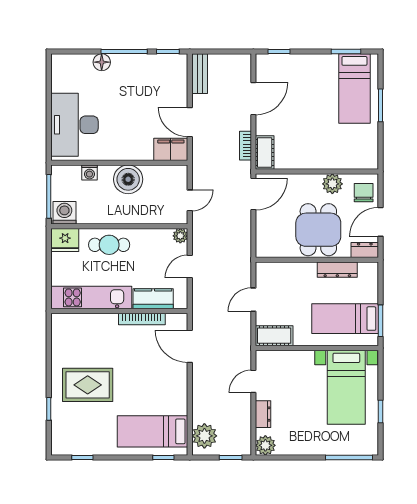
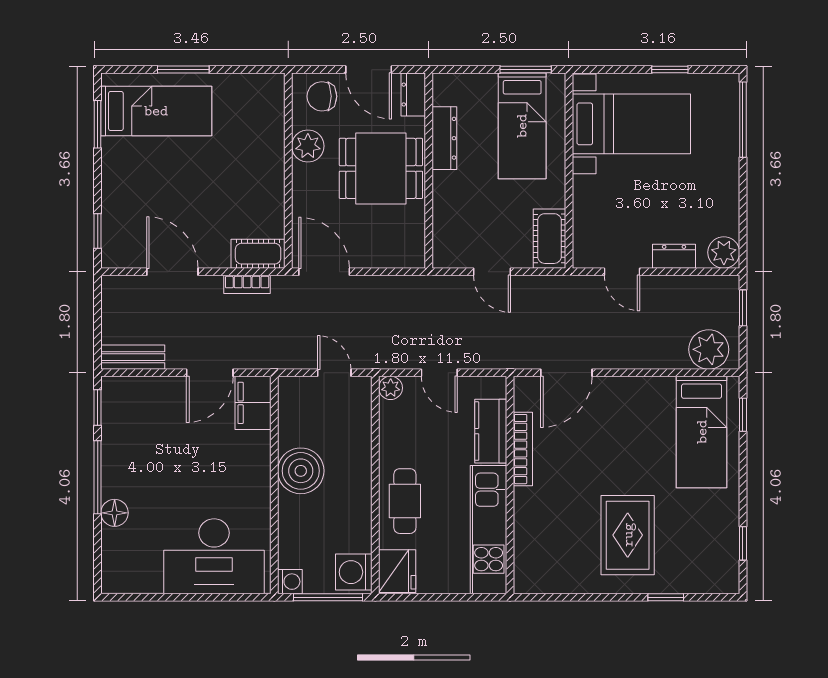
washing machine: (89, 173) -> (290, 582), moved

